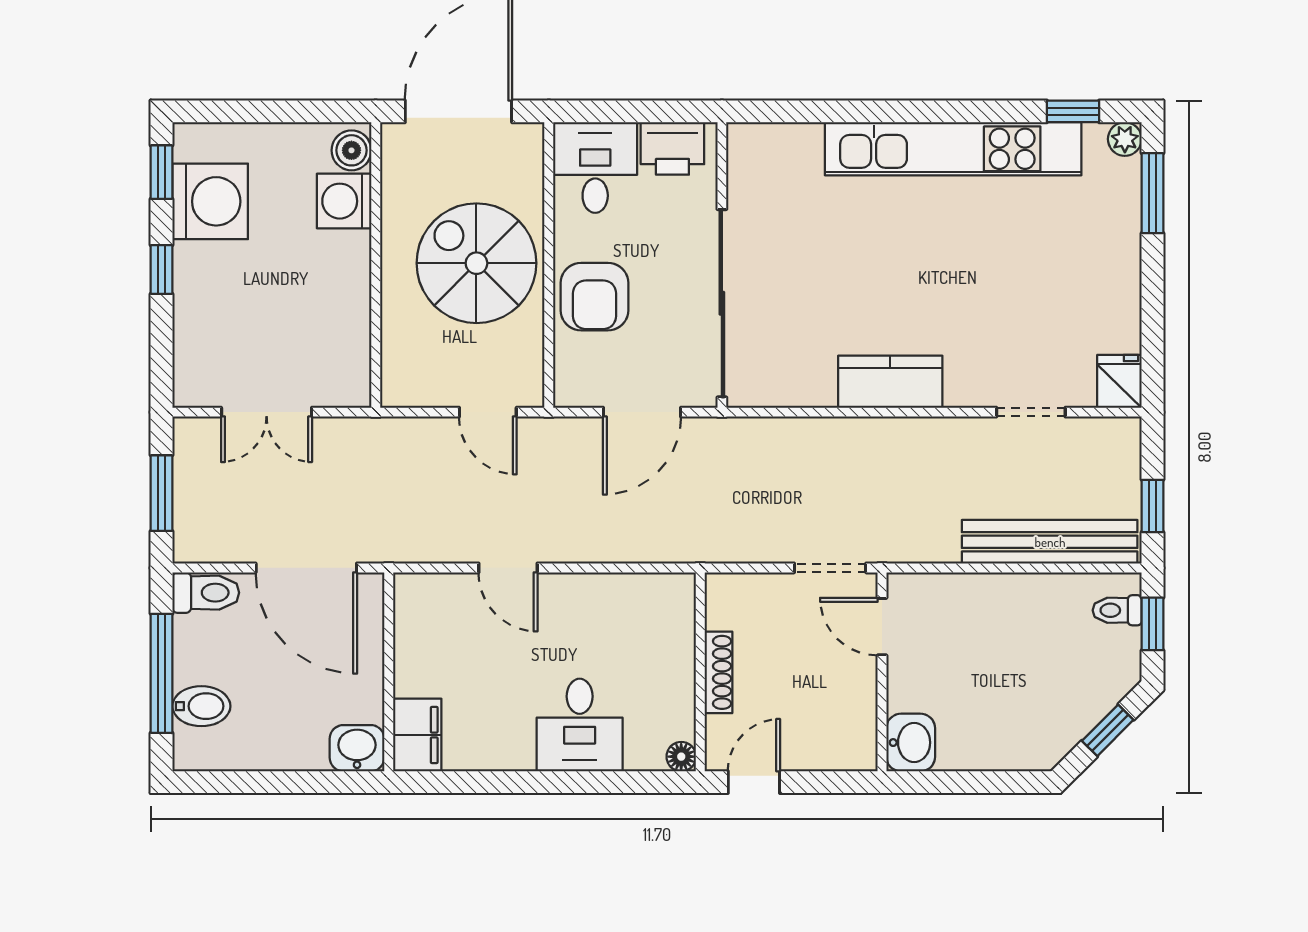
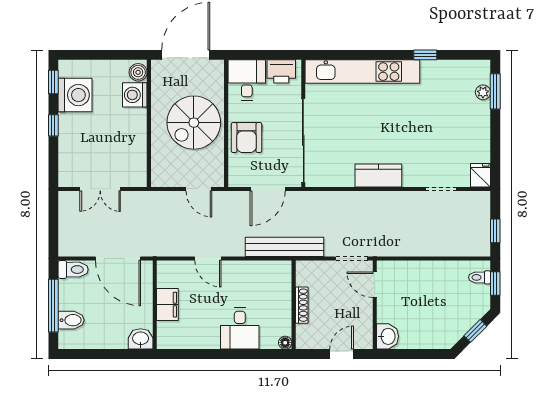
window: (1073, 111) -> (425, 55), moved
plant: (1125, 139) -> (483, 92), moved
kitchen unit: (953, 149) -> (362, 72), moved
spiral stairs: (476, 263) -> (194, 123), turned -90
window: (162, 493) -> (53, 225), removed
bench: (1050, 542) -> (284, 247), moved
filing cabinet: (417, 735) -> (167, 305), moved
door: (754, 782) -> (342, 354), moved

